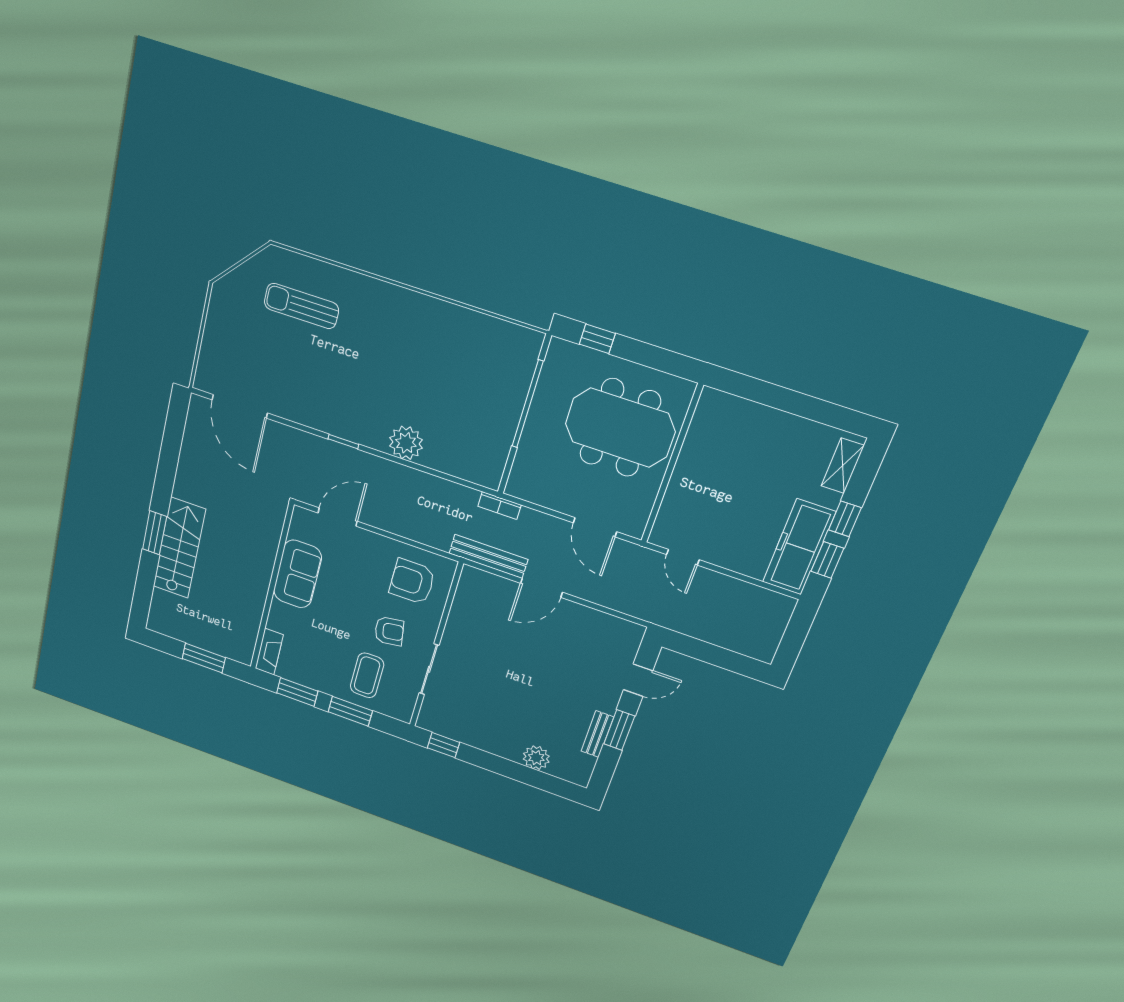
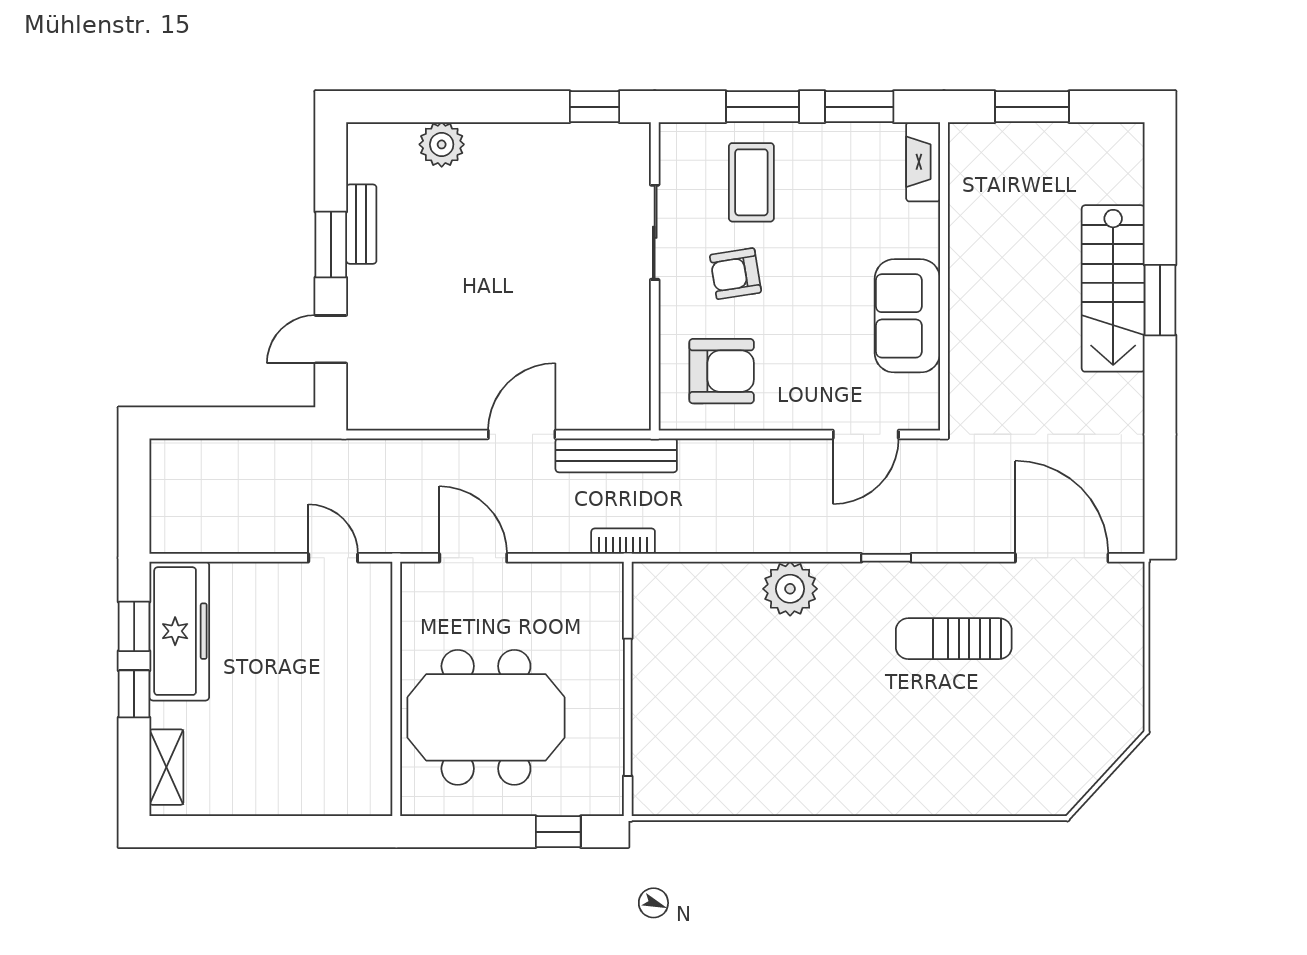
sun lounger: (301, 306) -> (954, 639), moved, turned 180

